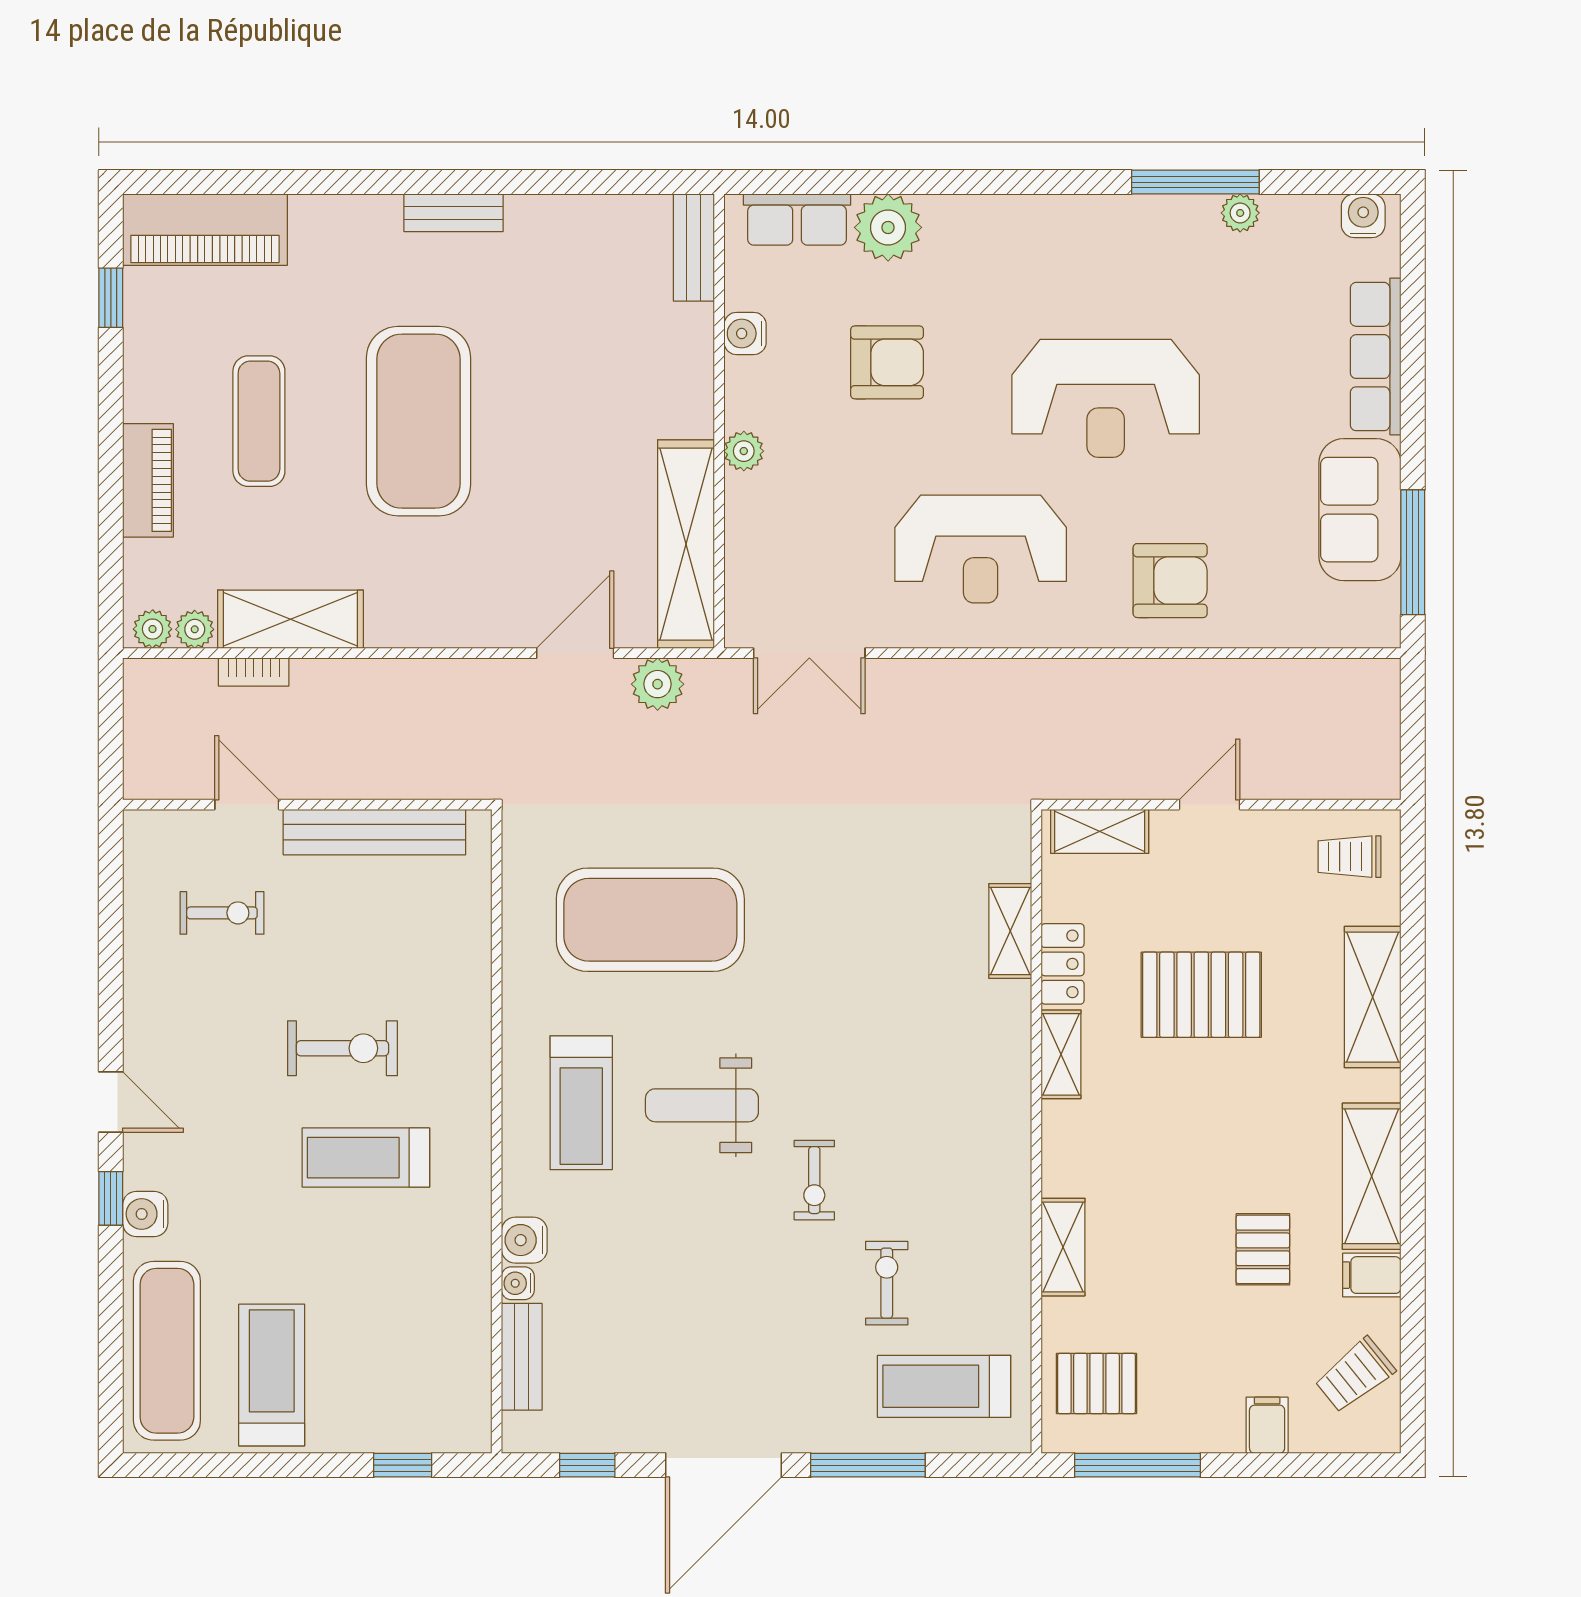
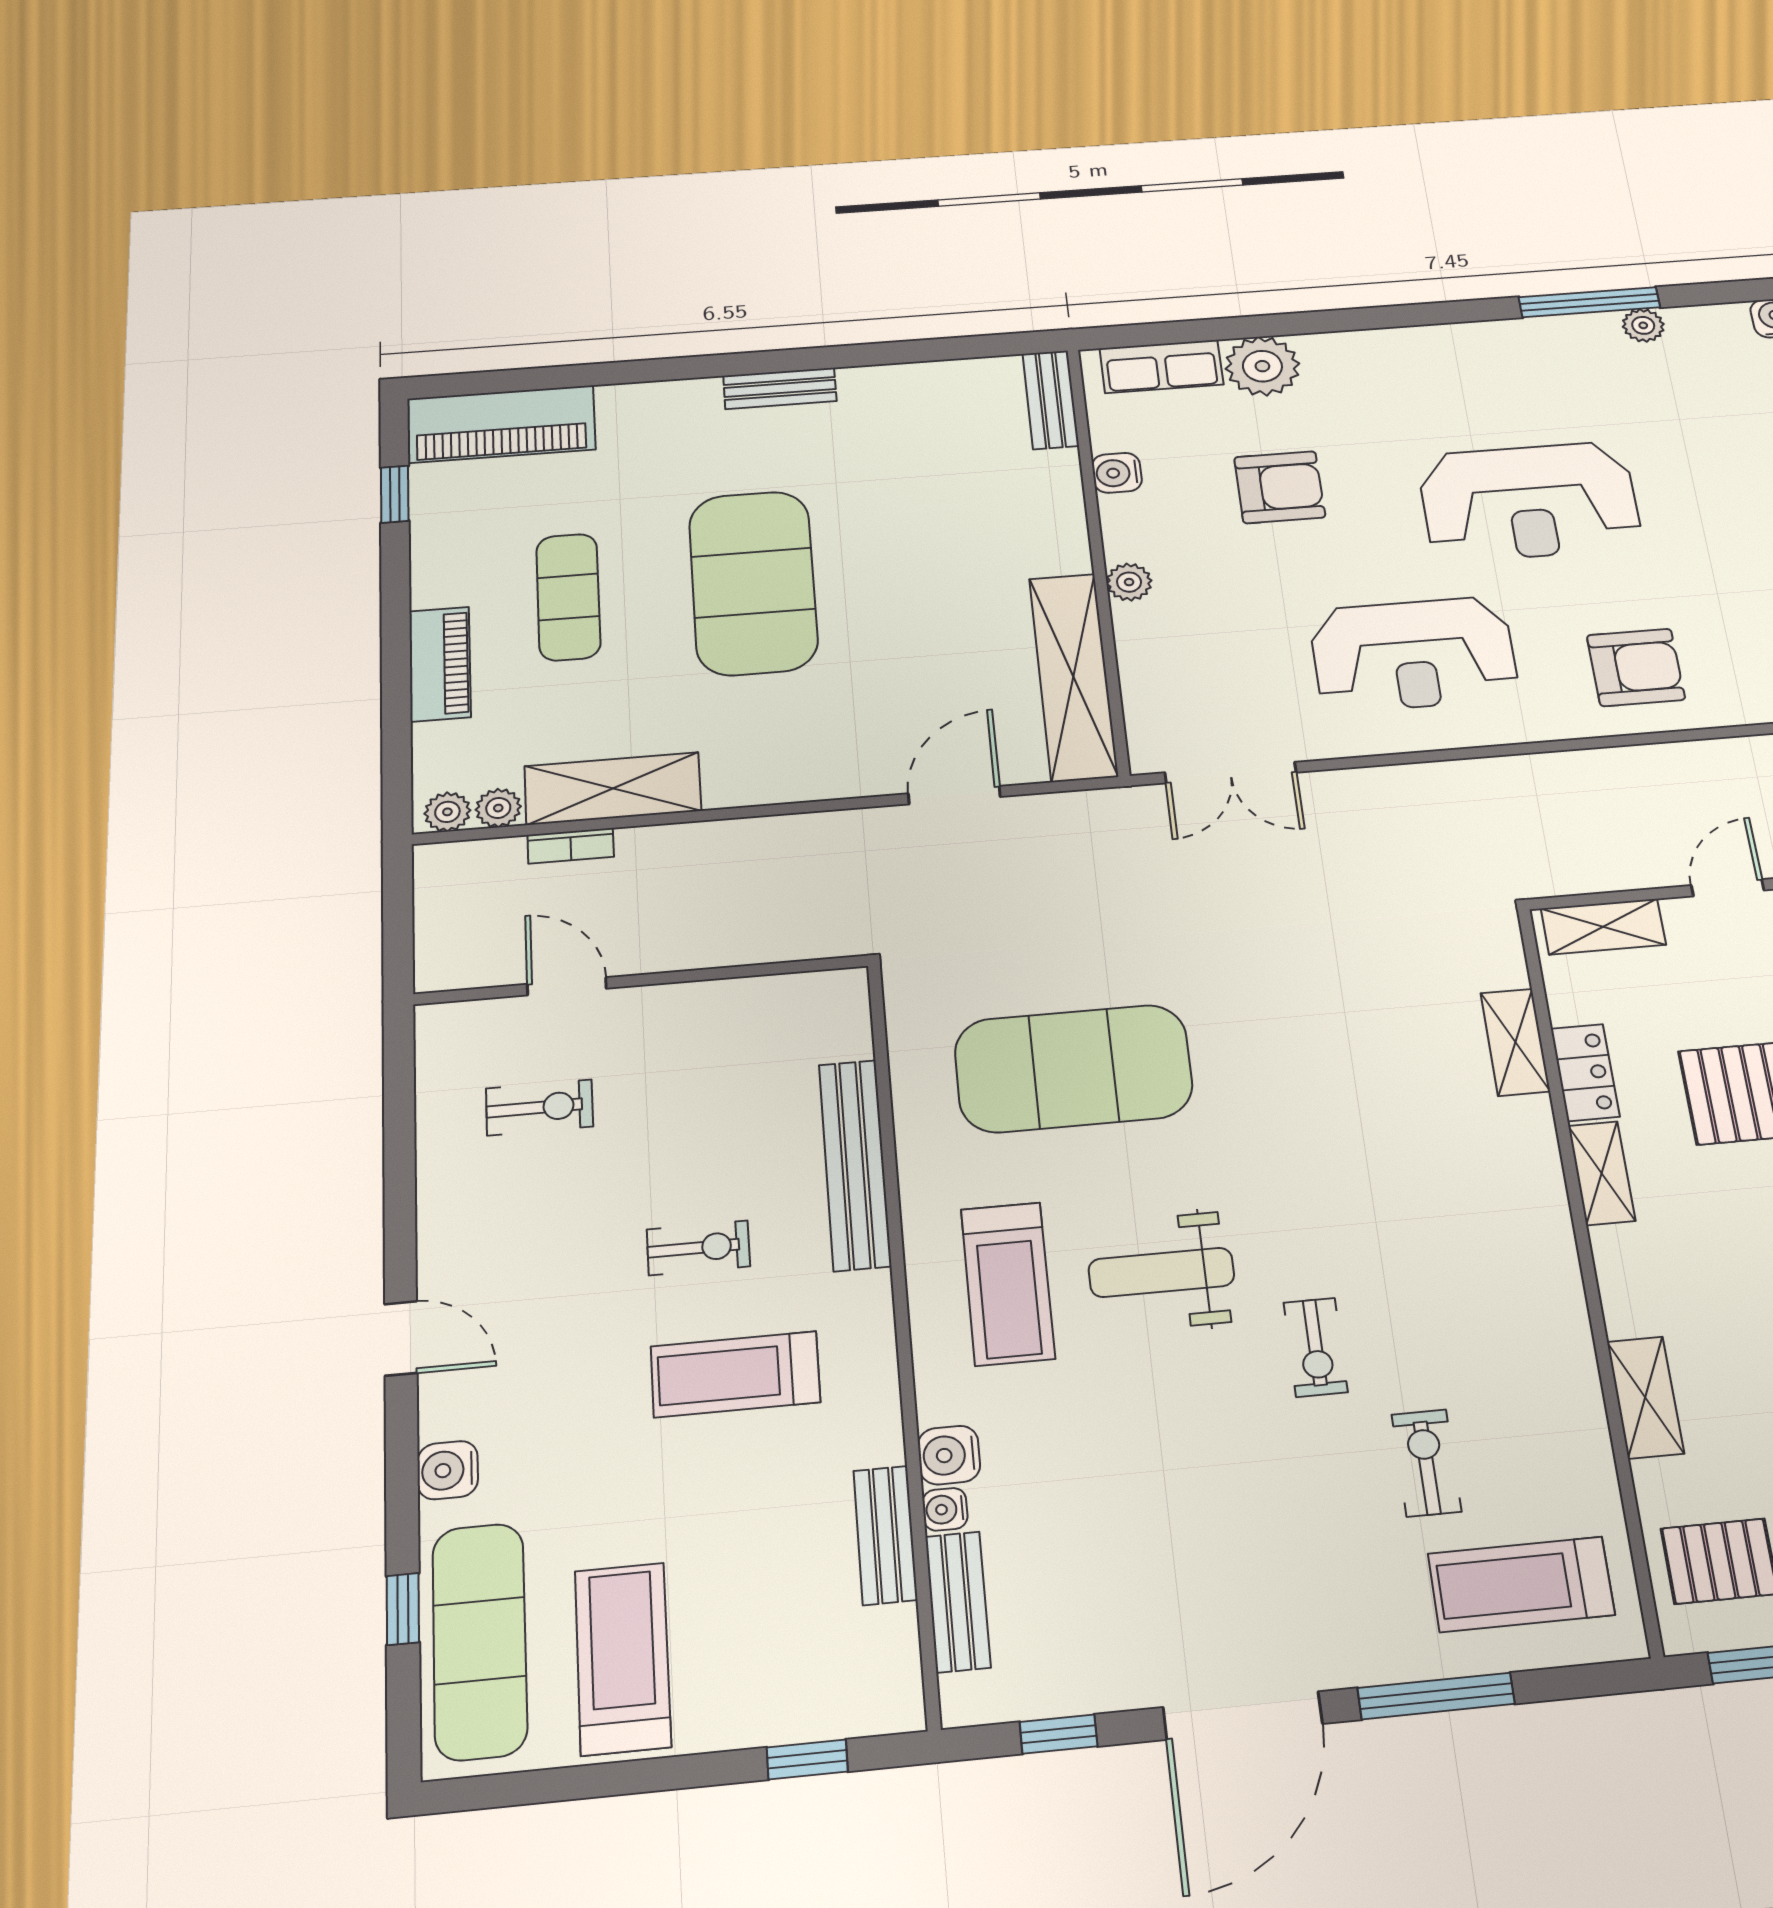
plant: (658, 684) -> (1055, 819), removed
bench: (374, 832) -> (855, 1164), moved, turned 90
exercise bike: (342, 1048) -> (698, 1248), width x0.73, depth x0.72
window: (111, 1198) -> (403, 1609), moved
bench: (472, 1299) -> (885, 1535), added

